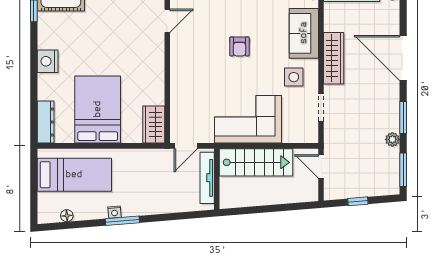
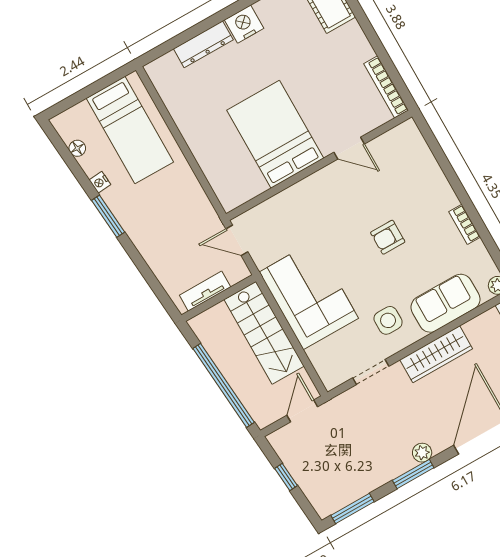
door: (167, 21) -> (349, 148), moved
bed: (98, 109) -> (275, 134), moved, turned -90
dresser: (46, 122) -> (203, 44), moved
wardrobe: (154, 125) -> (241, 189), removed
plant: (392, 139) -> (422, 453), moved
tv unit: (207, 178) -> (205, 291), width x0.71
window: (275, 208) -> (224, 385), added
nightstand: (114, 212) -> (100, 182), moved

